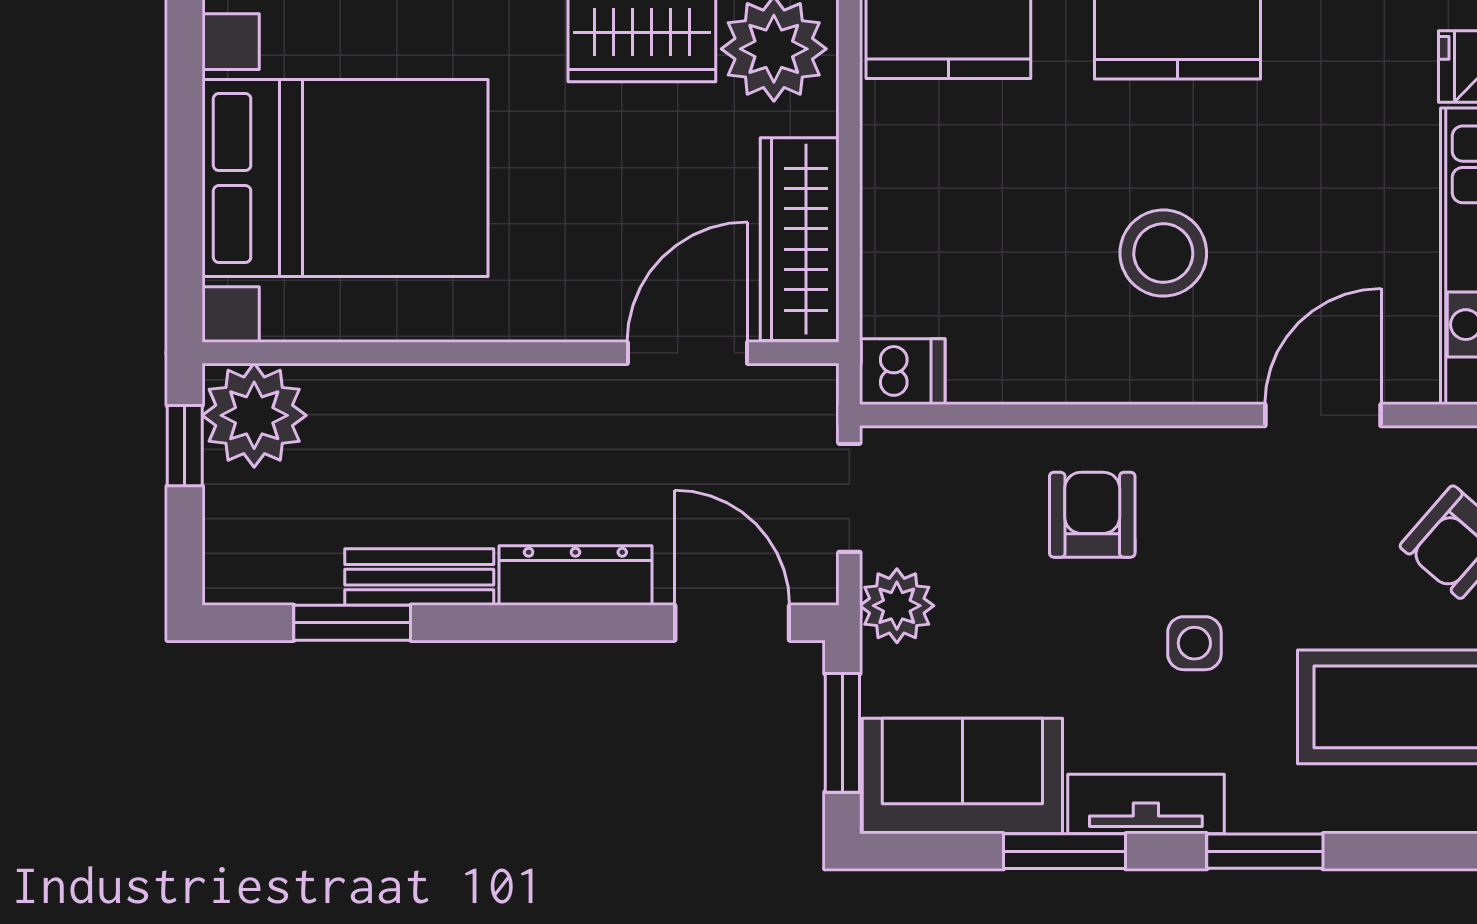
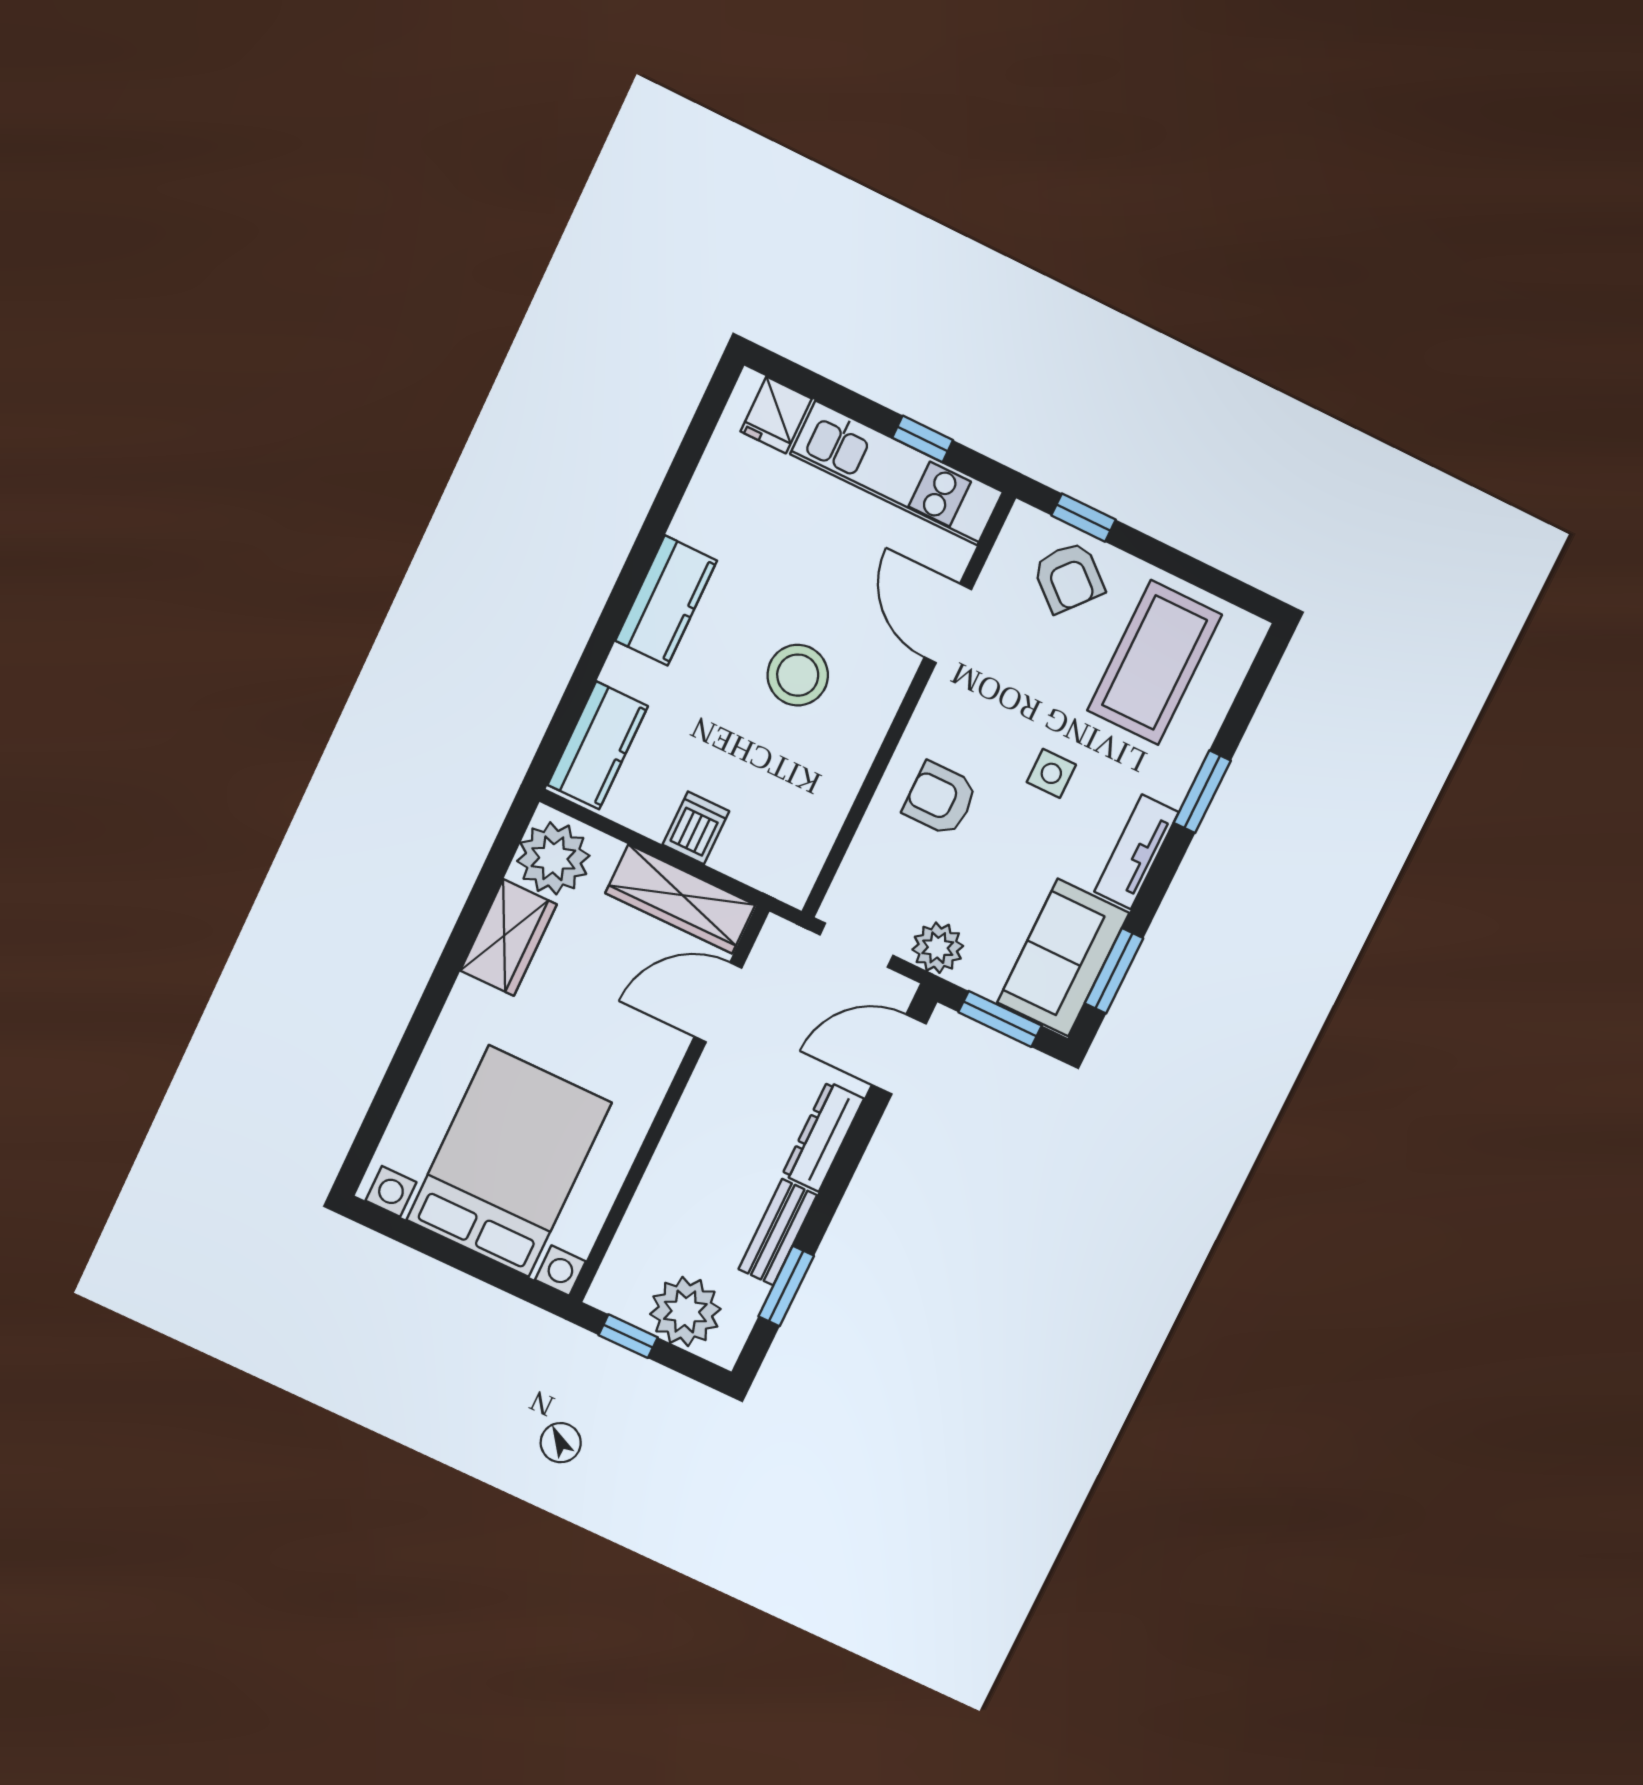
door: (687, 353) -> (718, 1002), hinge flipped
dishwasher: (902, 372) -> (696, 828), moved
plant: (254, 415) -> (685, 1312), moved
window: (1065, 851) -> (1114, 971), moved

